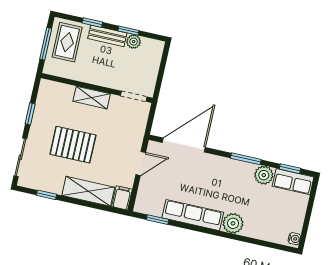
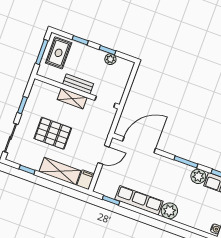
bench: (107, 36) -> (78, 84), moved

